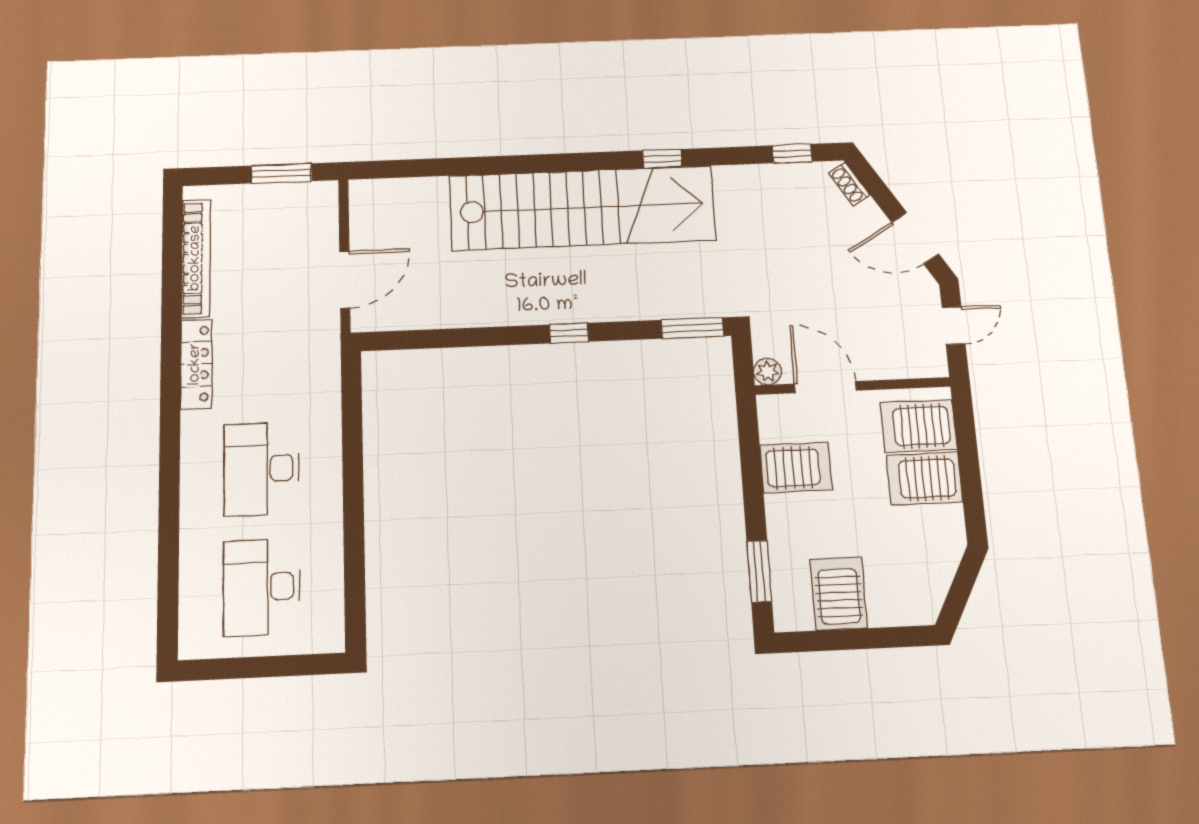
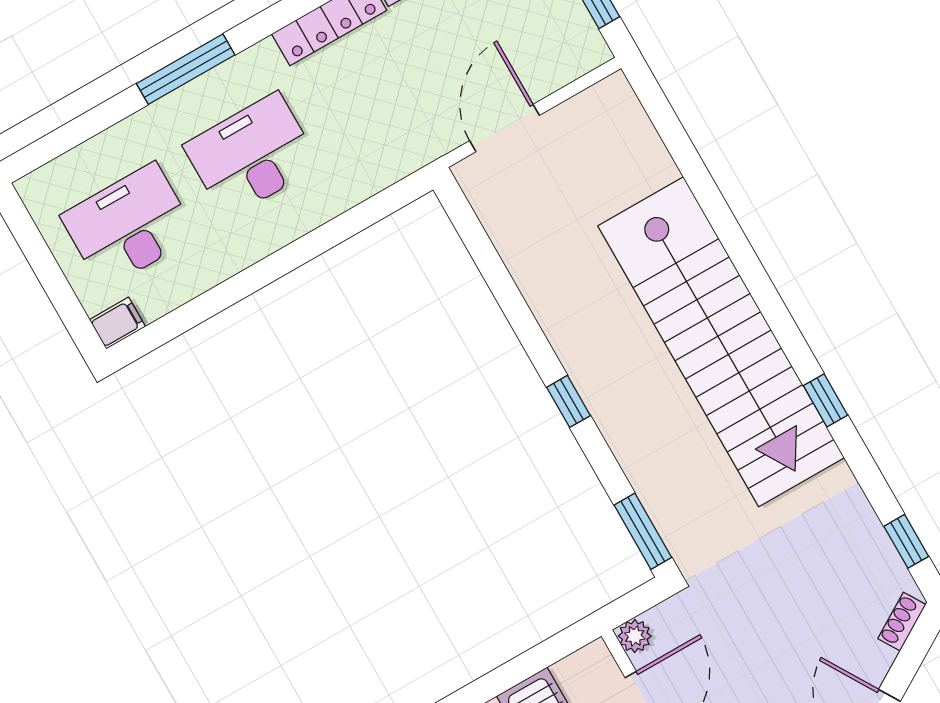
door: (345, 280) -> (504, 128), swing flipped
window: (169, 485) -> (186, 69), added
filing cabinet: (330, 634) -> (117, 323), added

